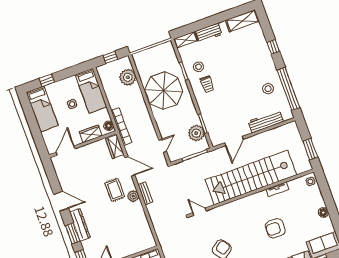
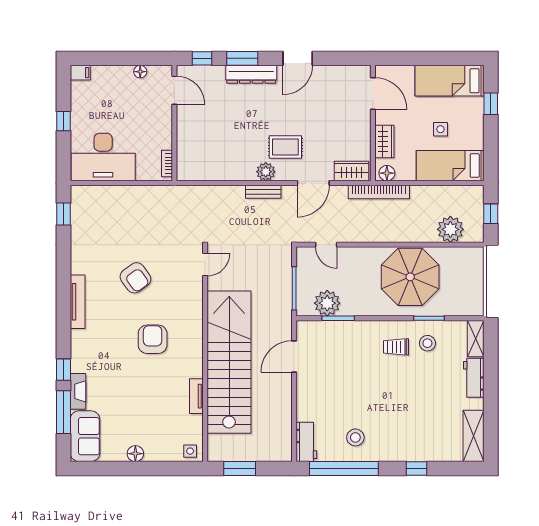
workbench: (266, 121) -> (306, 442), moved, width x0.73
door: (234, 141) -> (294, 356), hinge flipped
armchair: (275, 228) -> (153, 339), moved

